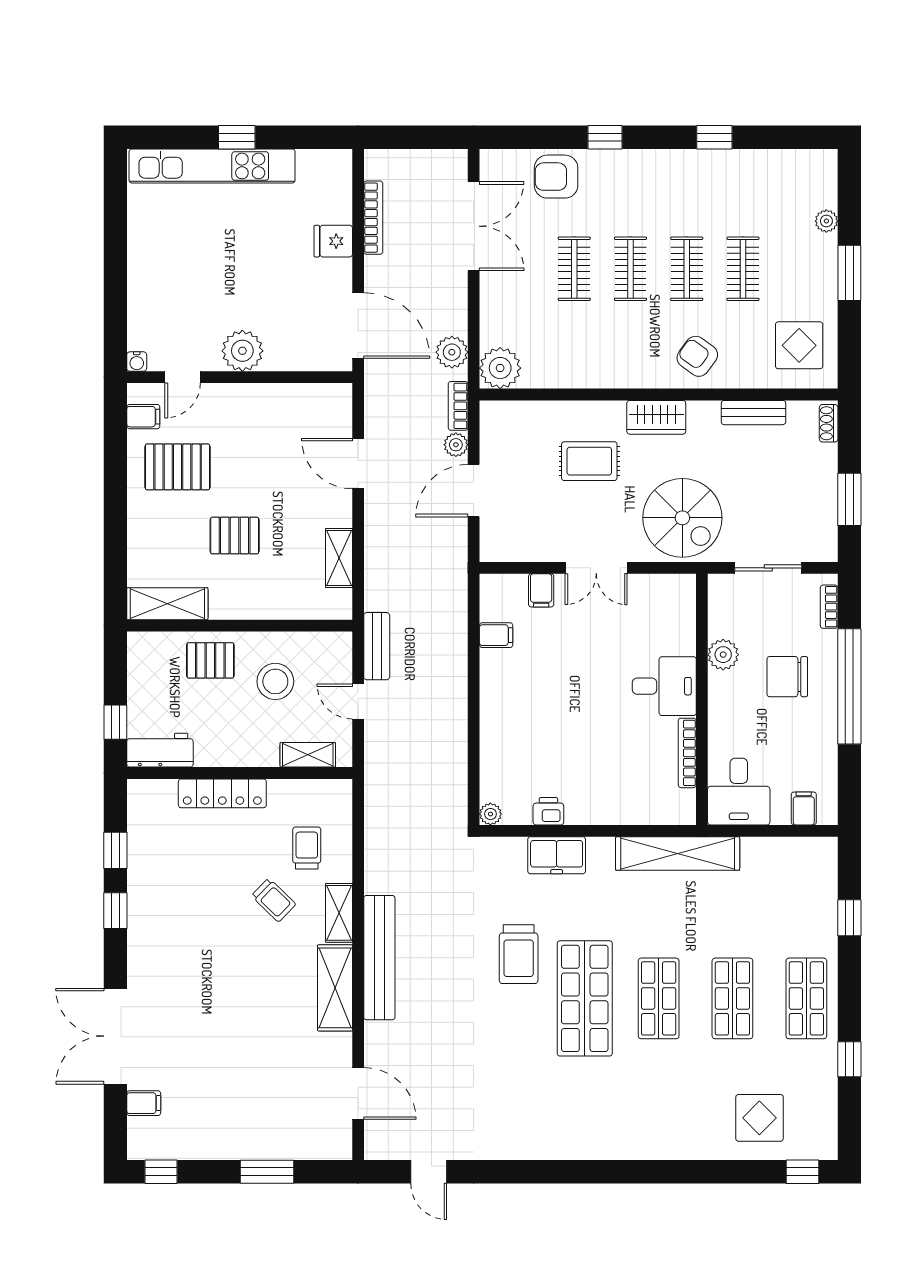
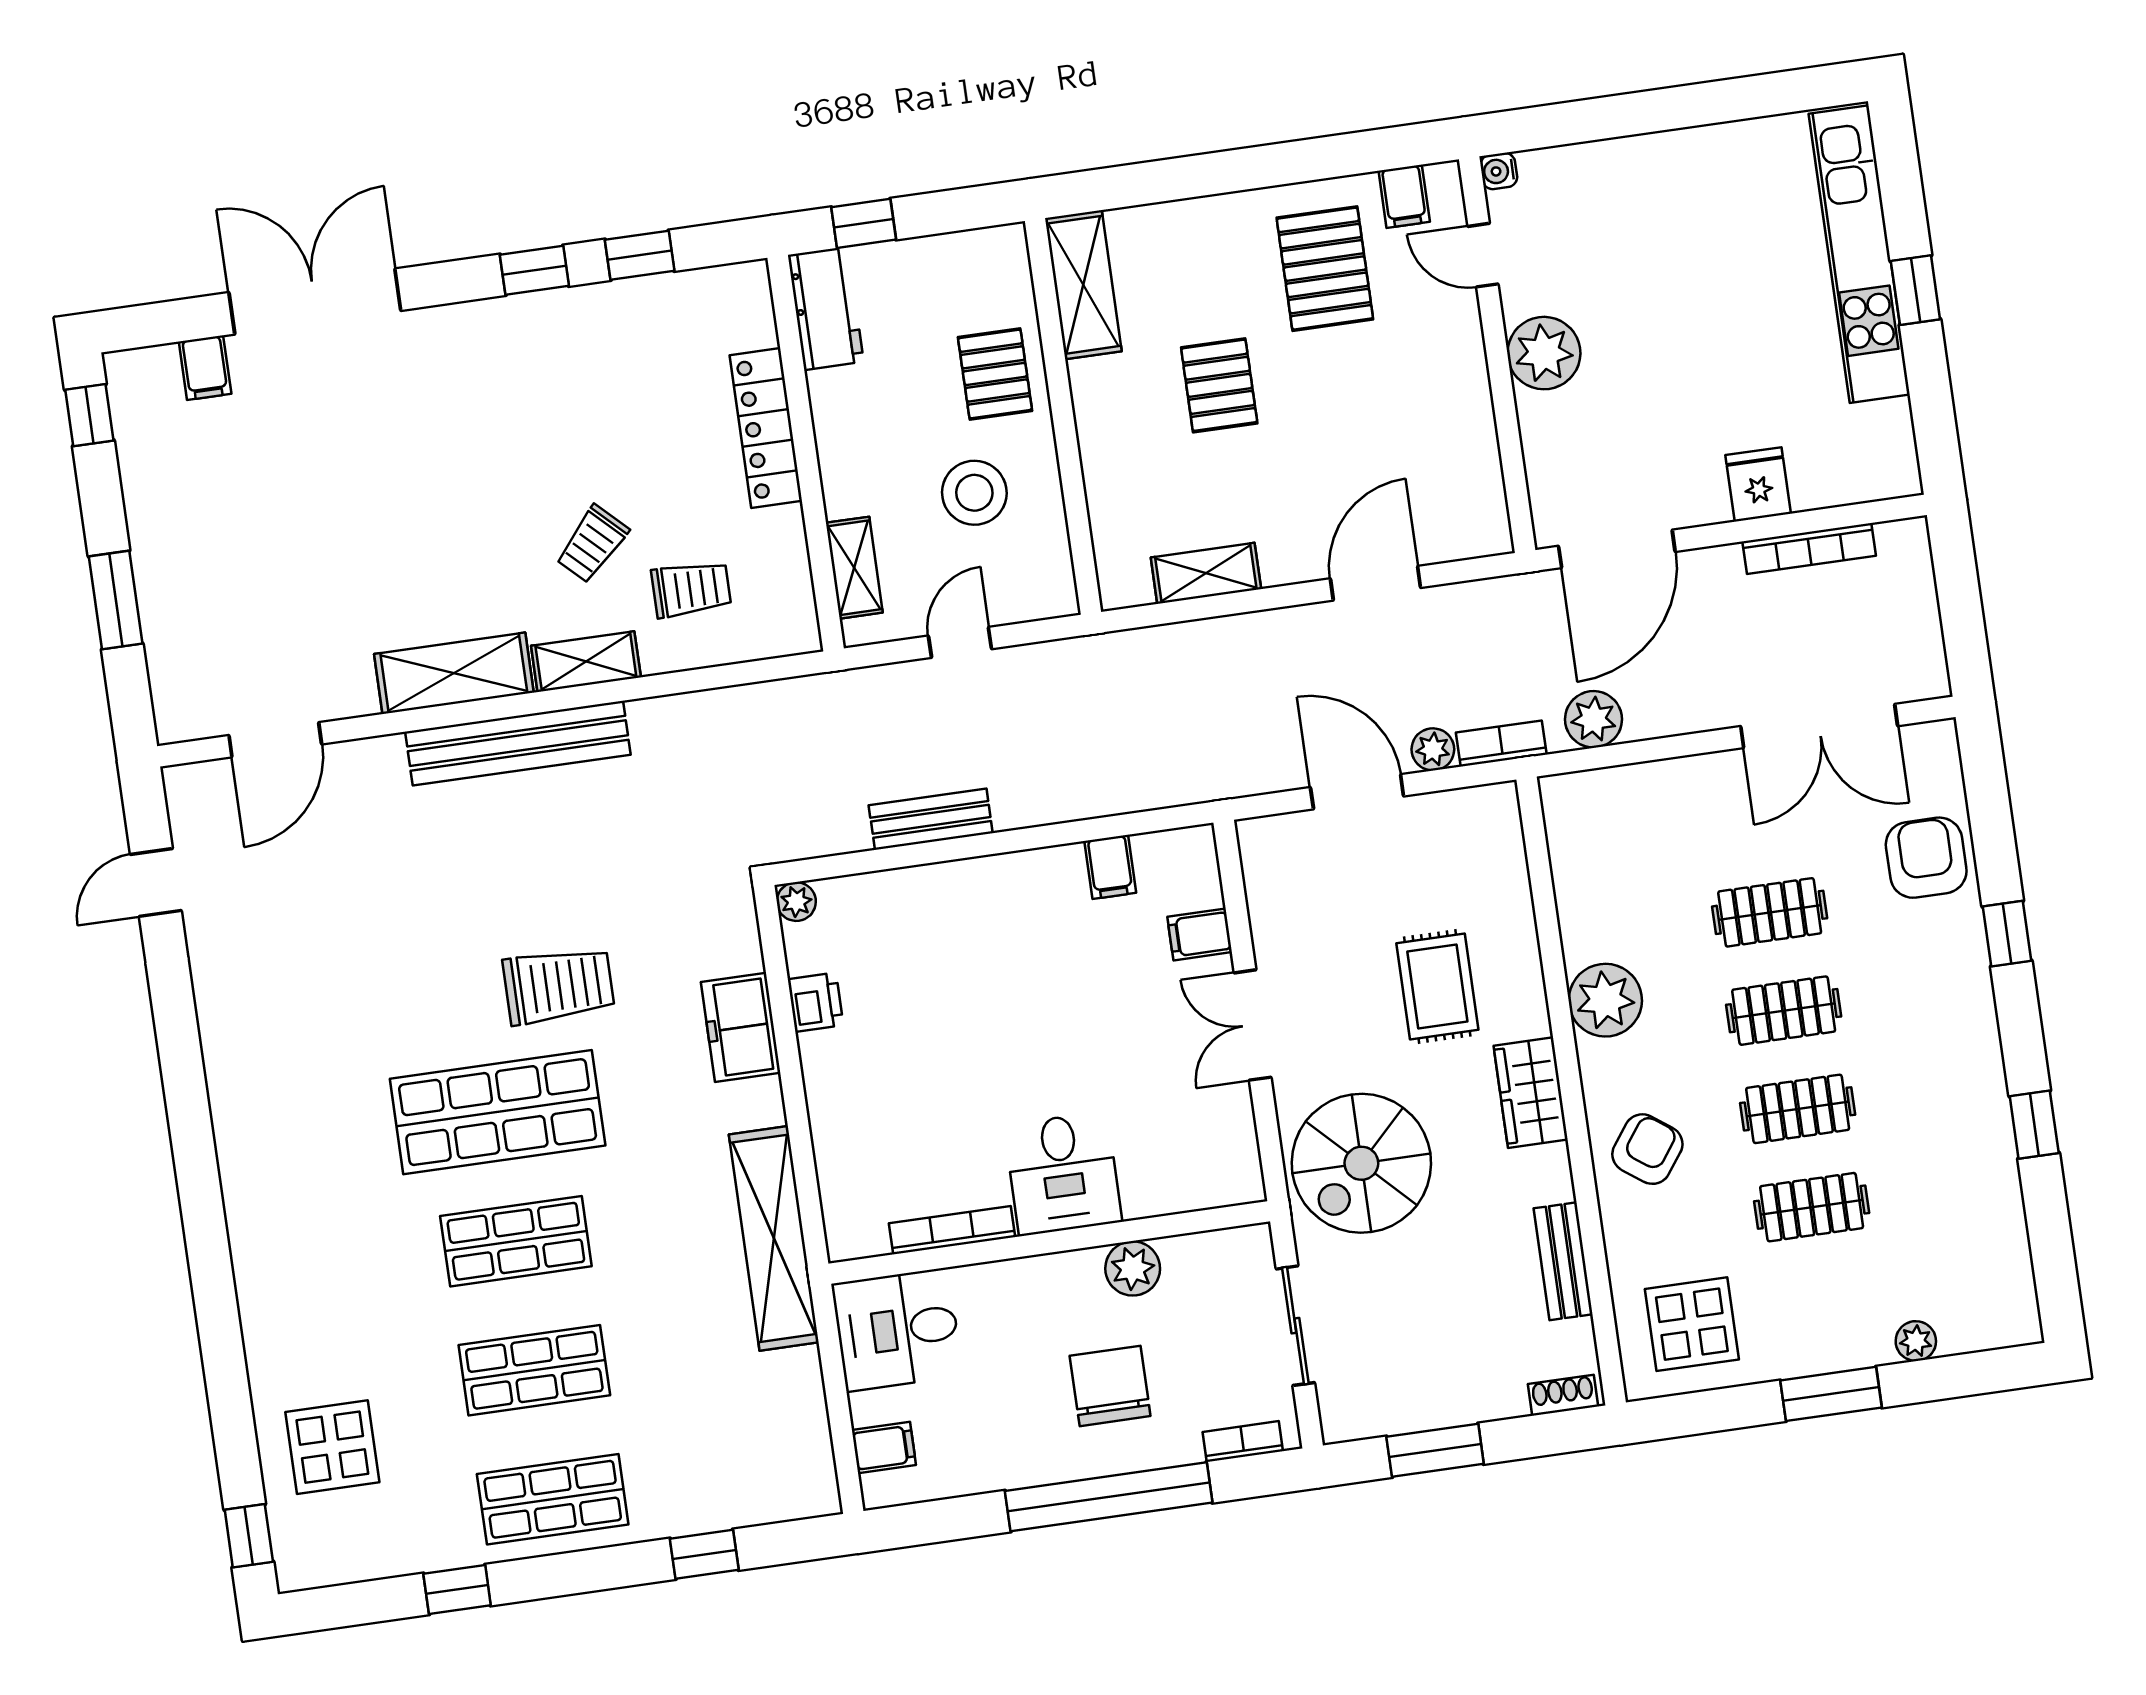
plant: (500, 368) -> (1605, 1000), moved
bench: (377, 646) -> (931, 819), moved
trolley: (519, 954) -> (559, 986), turned 180

